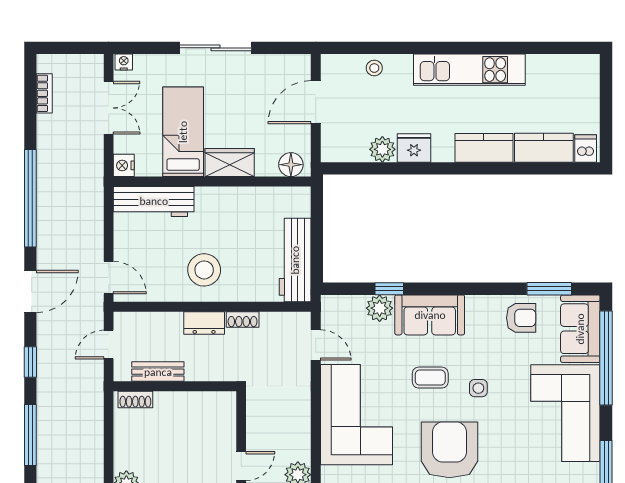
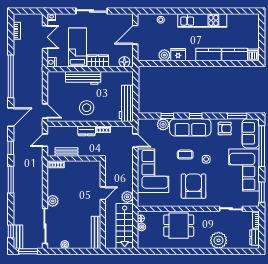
workbench: (154, 201) -> (83, 78), moved
window: (455, 289) -> (196, 116), added
sofa: (430, 315) -> (190, 127), width x1.36

